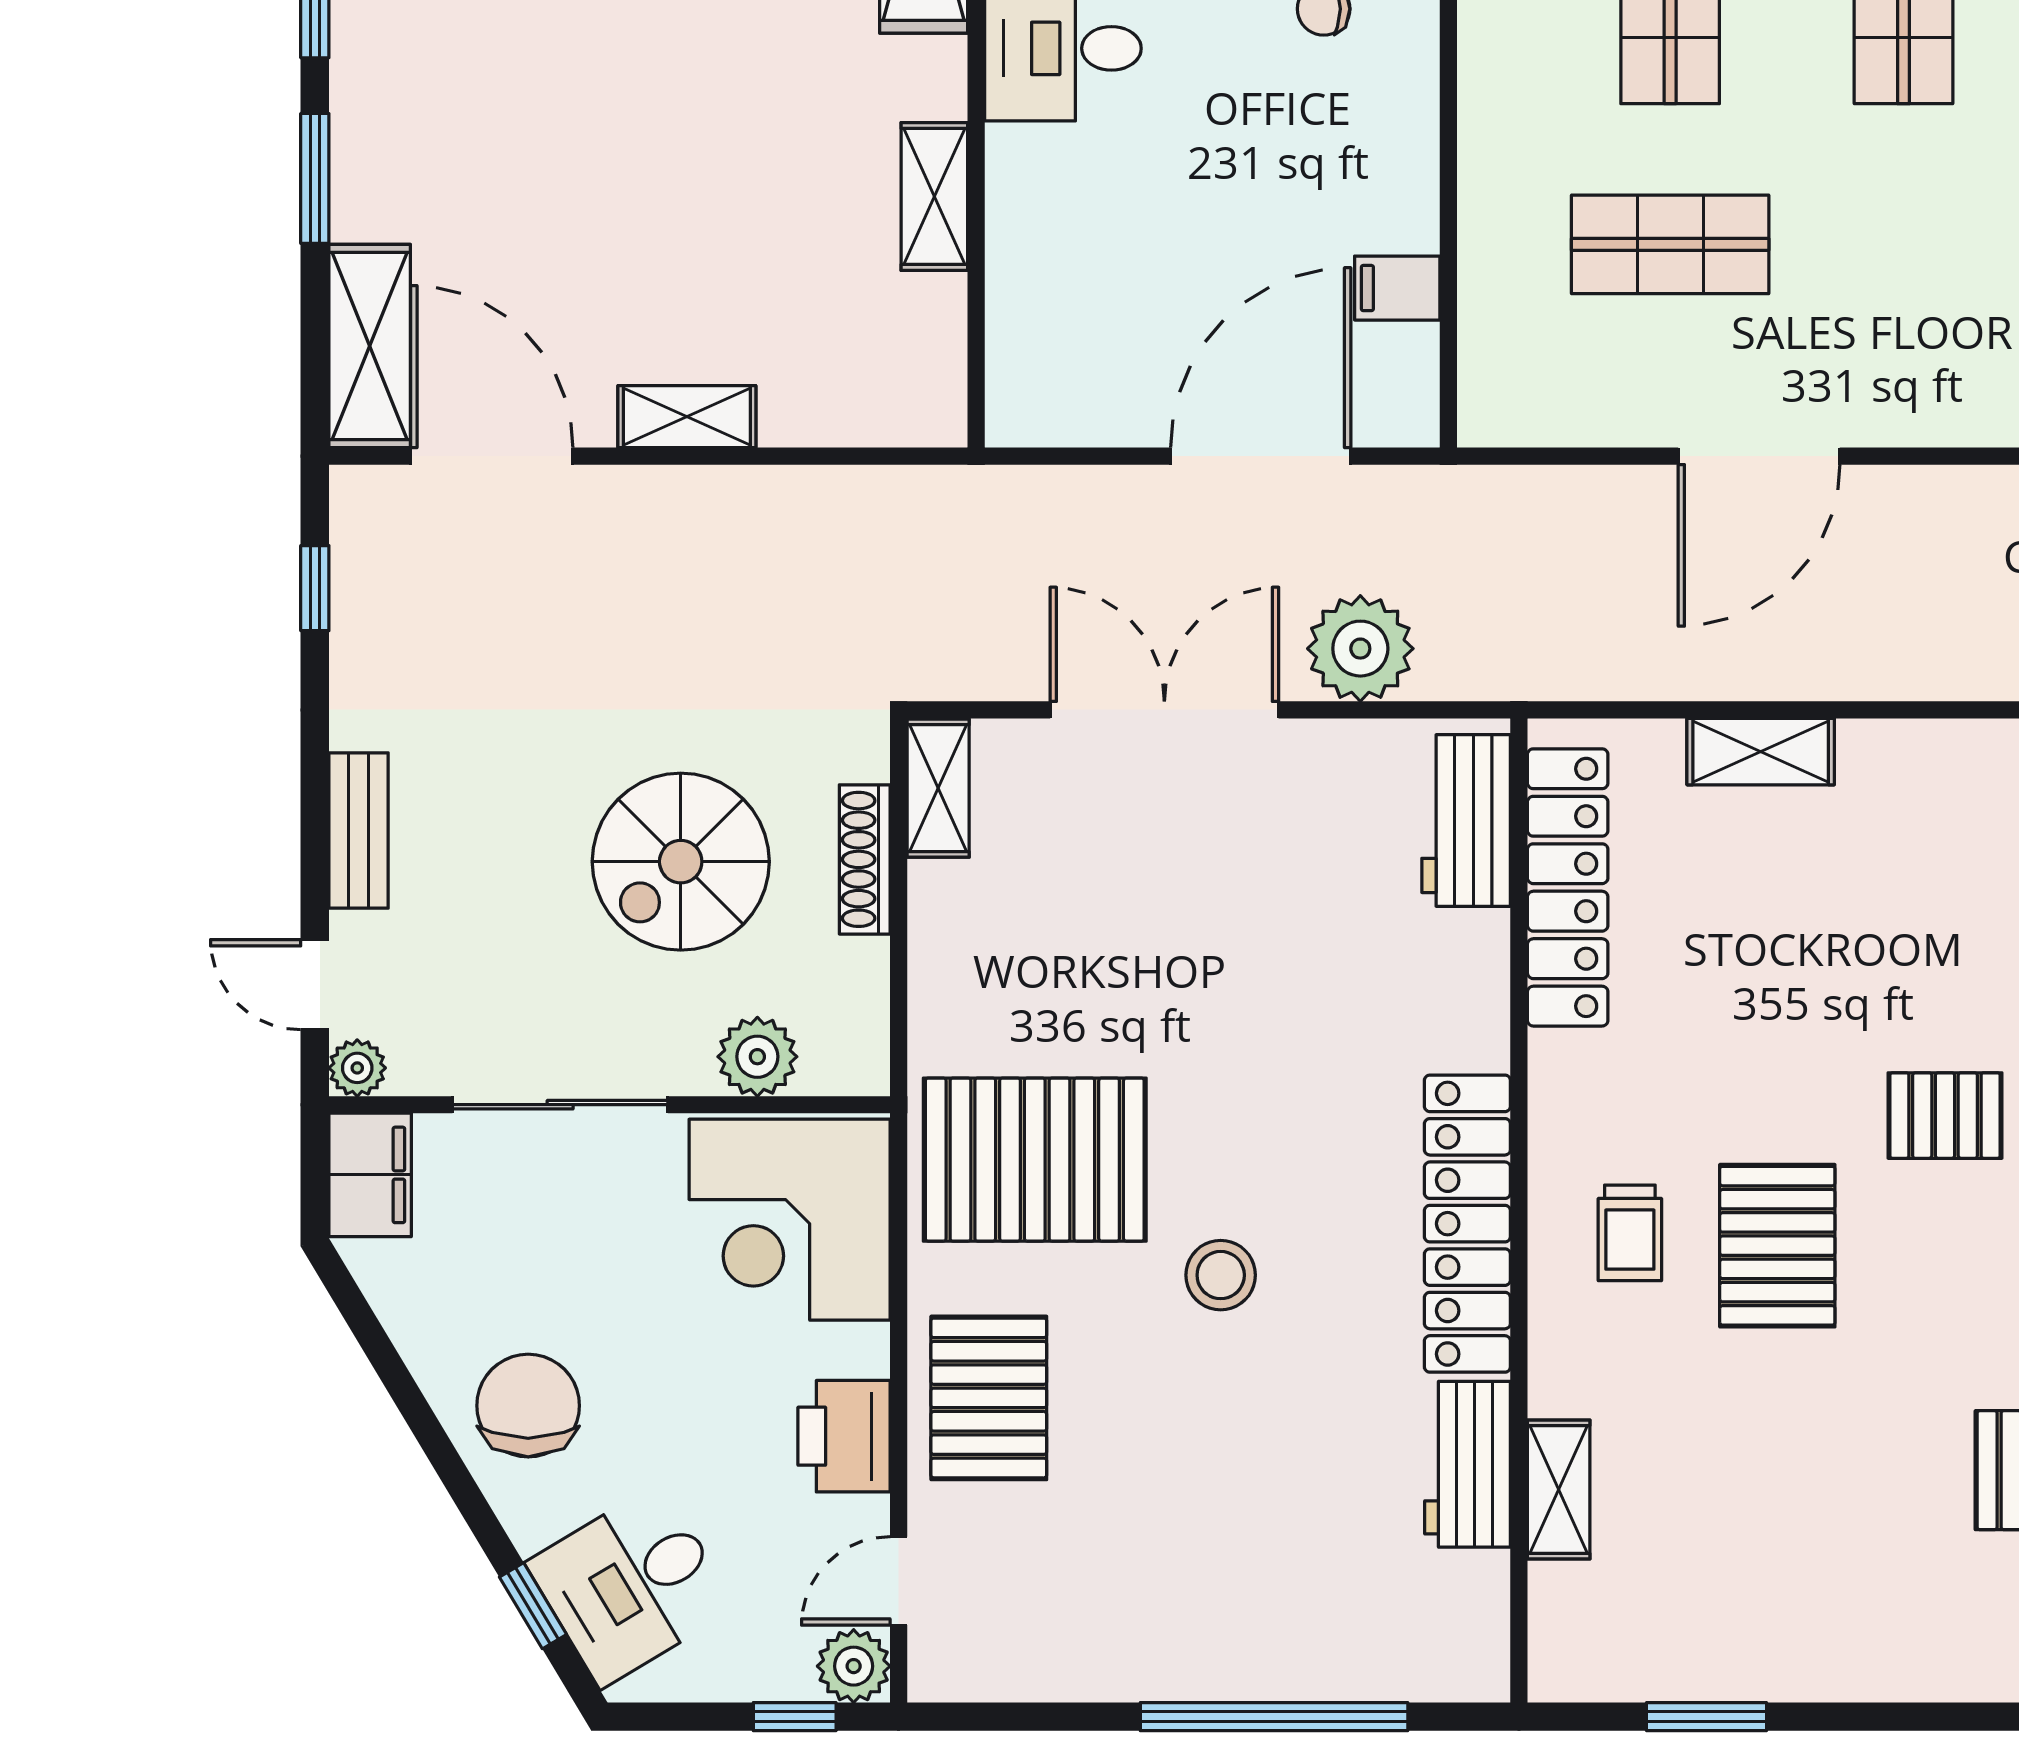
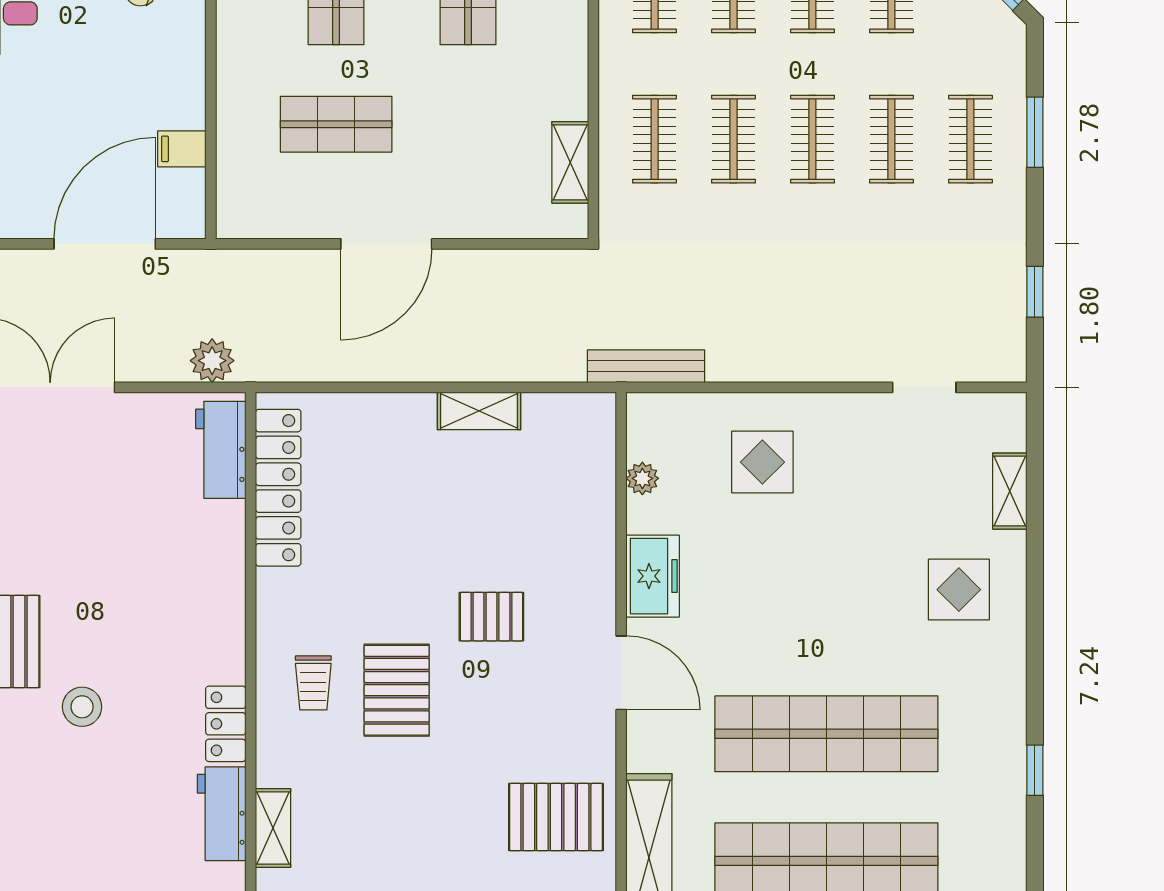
plant: (1360, 649) -> (212, 361), moved, width x0.73, depth x0.73
shelving: (1761, 752) -> (479, 411), moved
locker: (1467, 1224) -> (226, 724), width x0.46, depth x0.83

